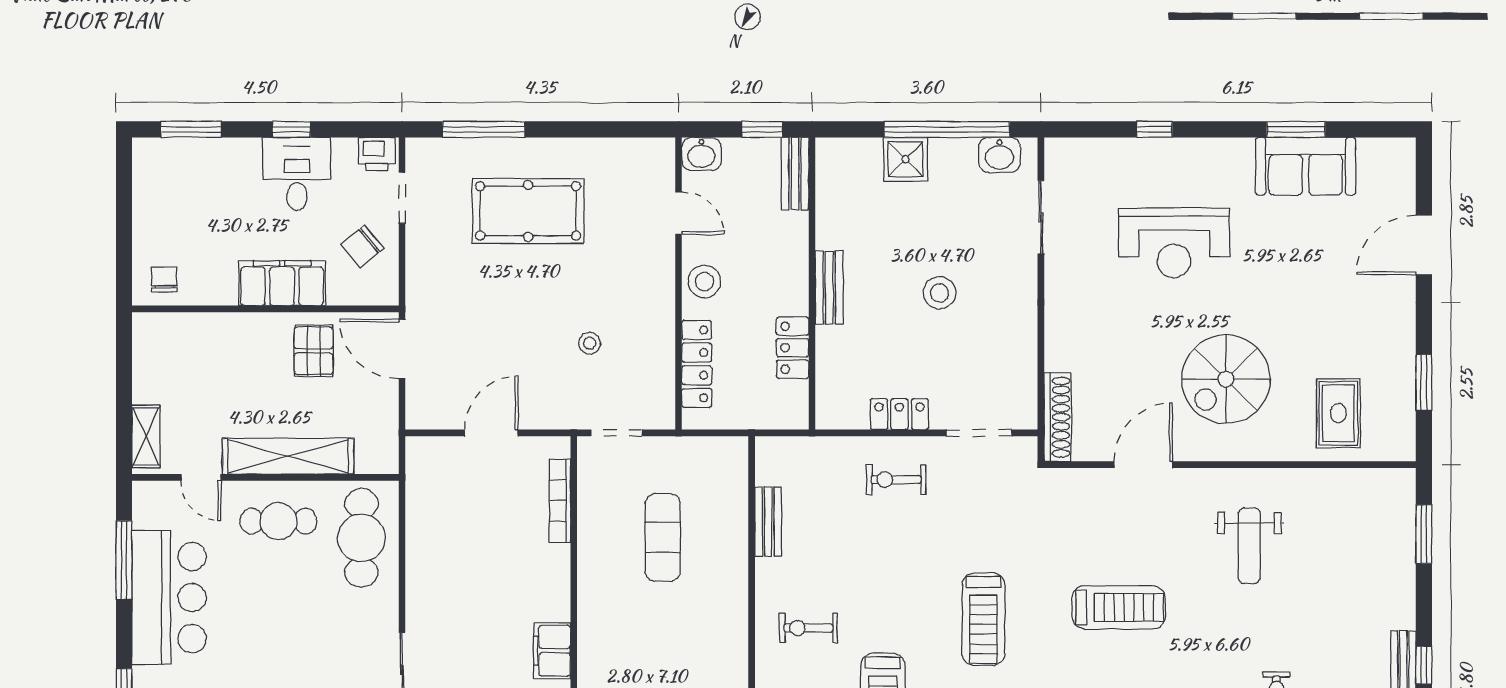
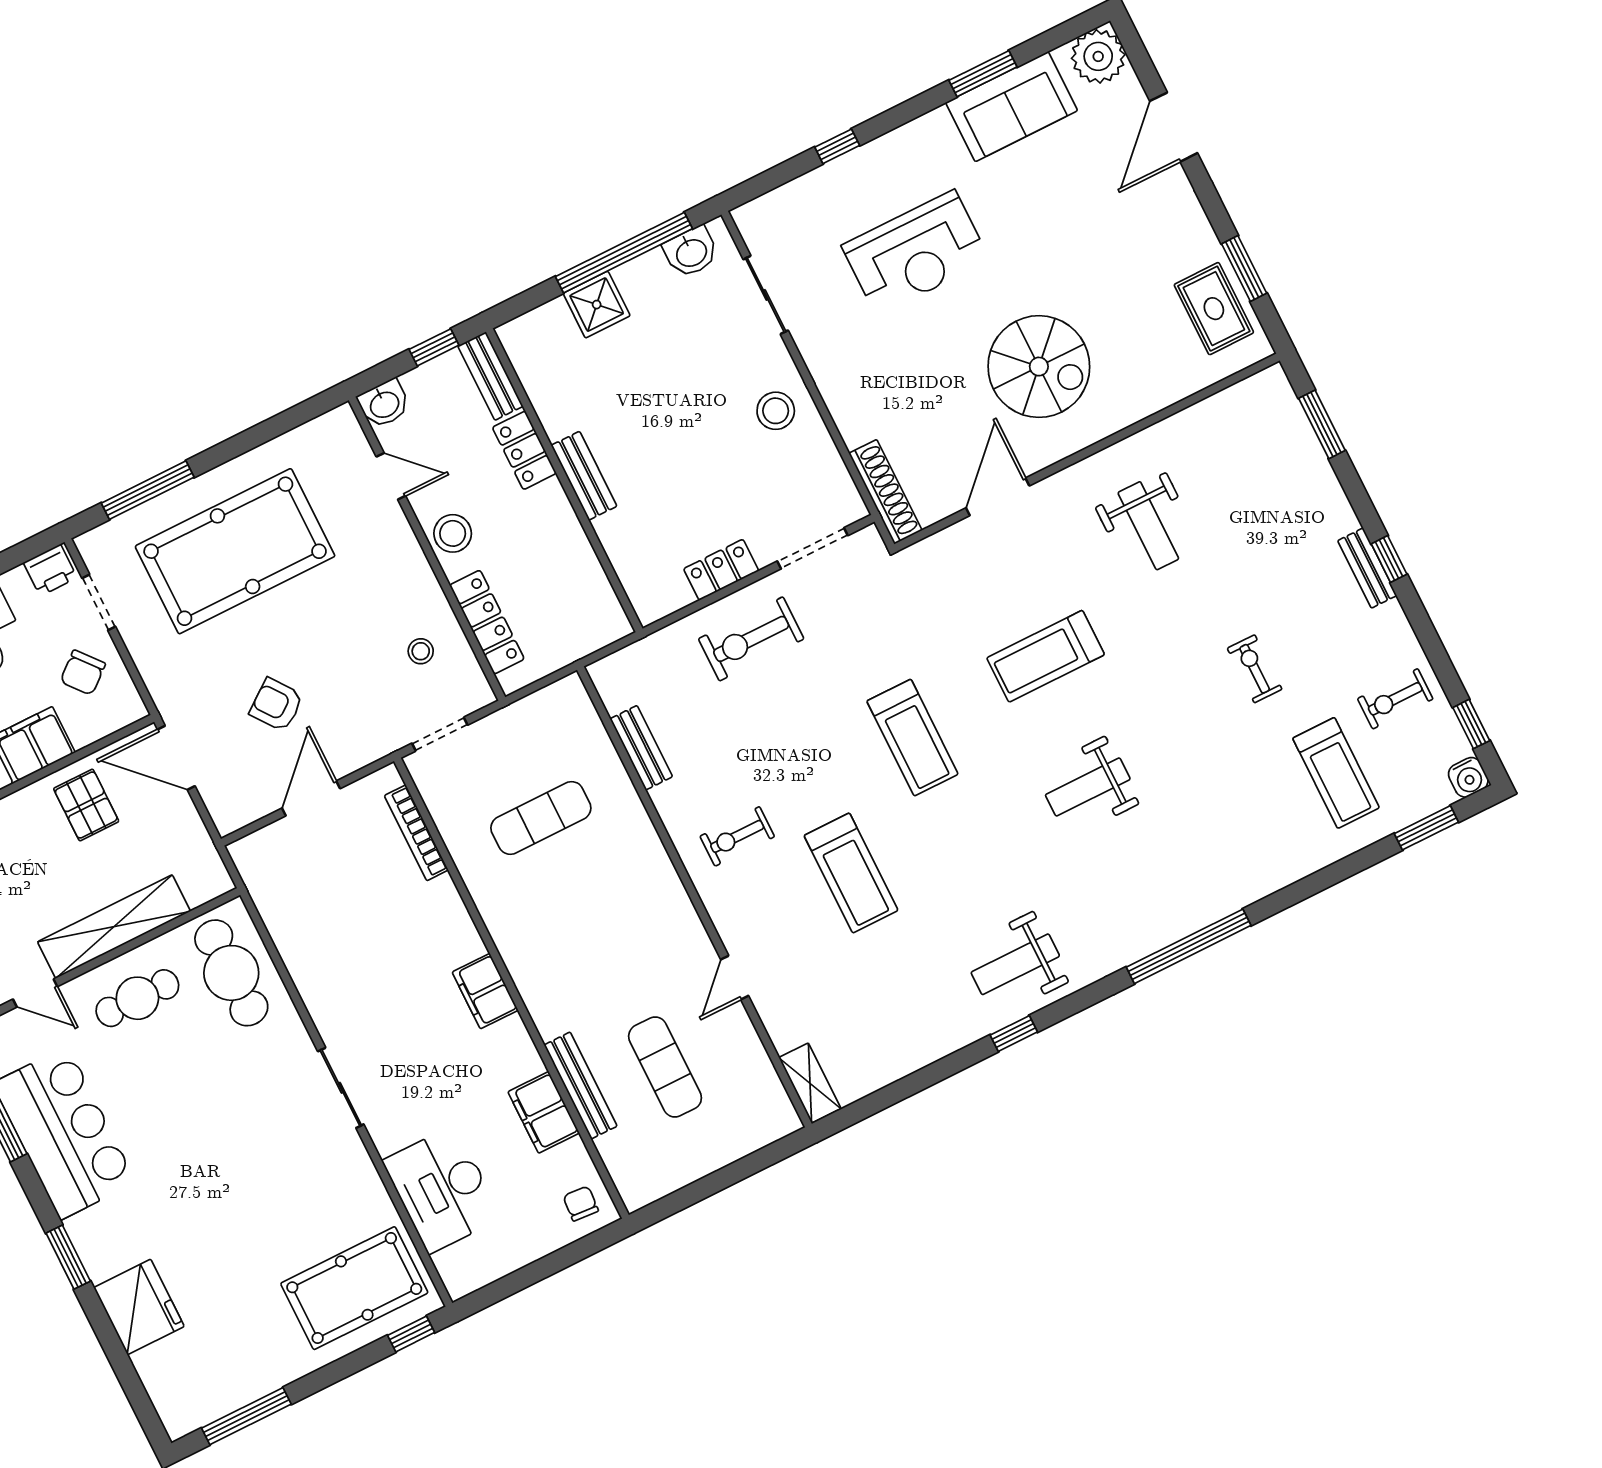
plant: (1393, 161) -> (1098, 56), added
pool table: (528, 211) -> (235, 551), width x1.36, depth x1.32
stool: (940, 293) -> (776, 411), moved
stool: (590, 343) -> (421, 651), moved
armchair: (501, 346) -> (277, 705), added
locker: (793, 348) -> (524, 450), moved
spiral stairs: (1226, 379) -> (1039, 367), turned -90
rug: (1338, 413) -> (1214, 309), moved
exercise bike: (896, 480) -> (751, 639), width x1.38, depth x1.39
exercise mat: (663, 537) -> (541, 818), turned 90
treadmill: (1119, 607) -> (1046, 656), turned 180

